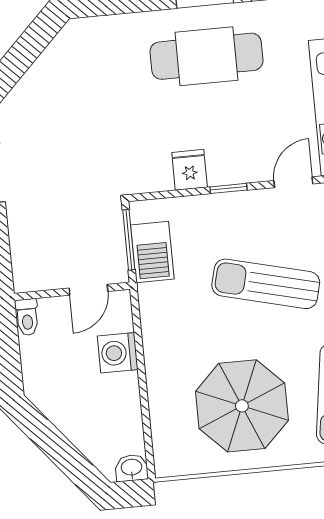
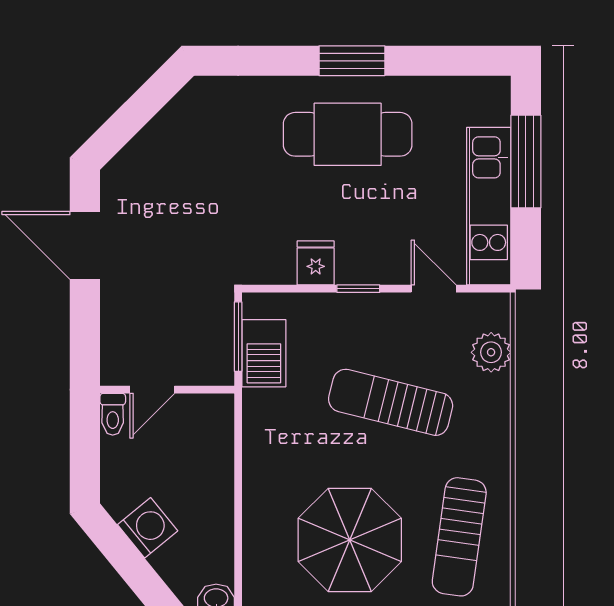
door: (293, 182) -> (434, 289), hinge flipped
door: (88, 290) -> (152, 390), moved
washing machine: (118, 353) -> (148, 528), moved, turned 141

